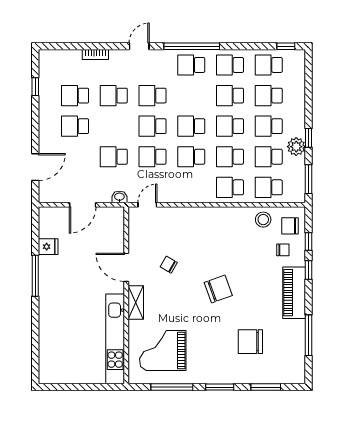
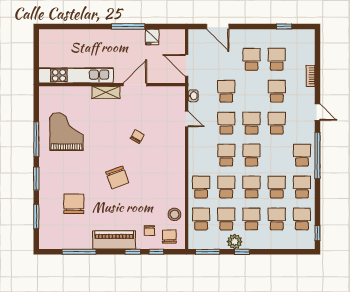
door: (126, 267) -> (135, 85), moved
wall: (126, 295) -> (112, 85), moved
shelving: (136, 303) -> (106, 92), moved
kitchen unit: (115, 339) -> (76, 75), moved

